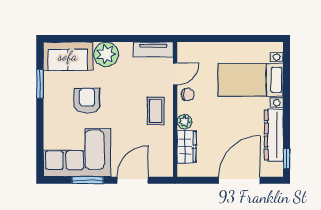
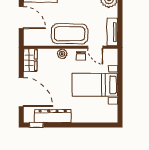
bed with nightstands: (251, 80) -> (95, 85), moved, turned -90
coffee table: (156, 111) -> (70, 34), width x1.86, depth x1.72
wardrobe: (187, 147) -> (30, 60), moved, turned -90

